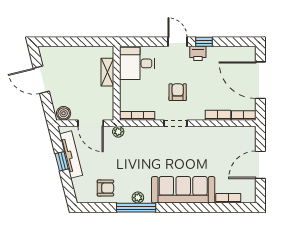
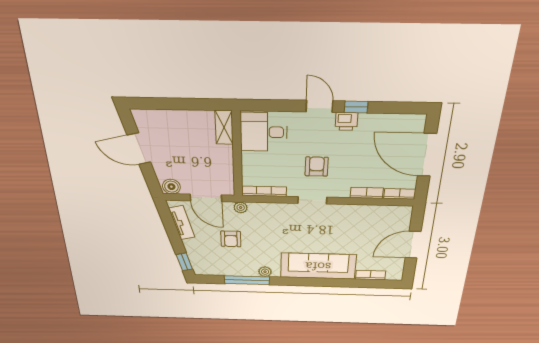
shelving: (107, 72) -> (224, 127), moved
tv unit: (71, 155) -> (182, 223), width x0.71
window: (62, 161) -> (184, 262), moved
armchair: (105, 188) -> (231, 239), moved, turned 90
window: (136, 208) -> (247, 280), moved

